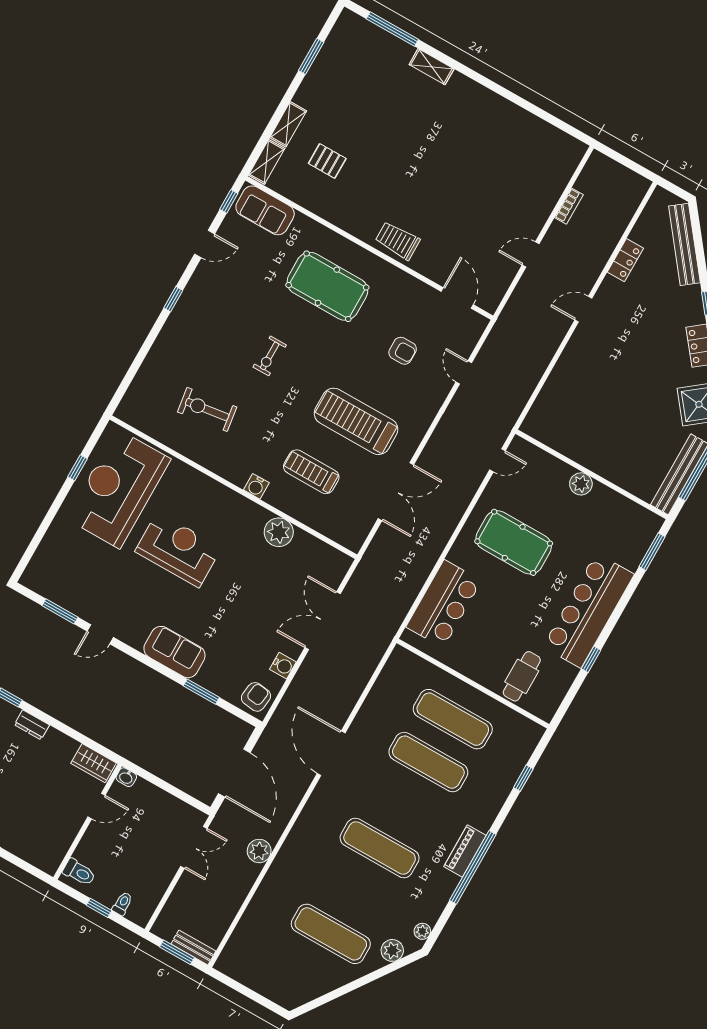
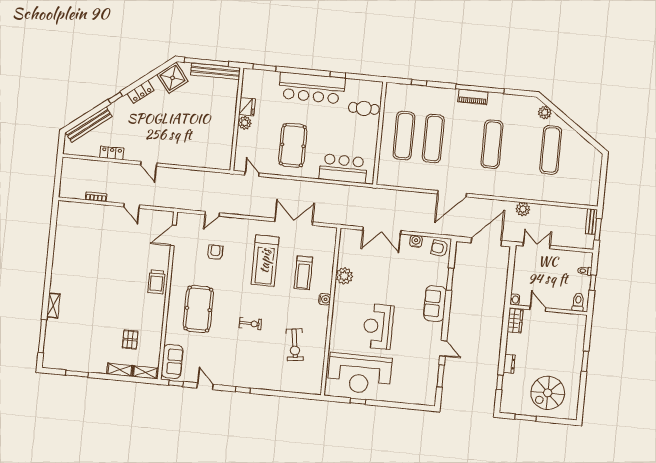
fridge: (604, 499) -> (247, 107), added
plant: (422, 931) -> (527, 101), removed

